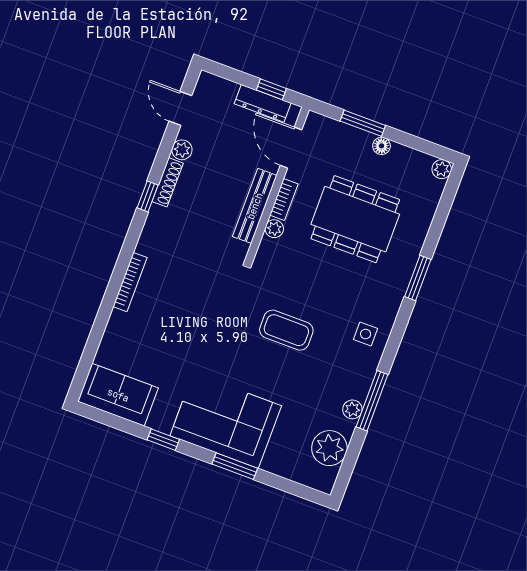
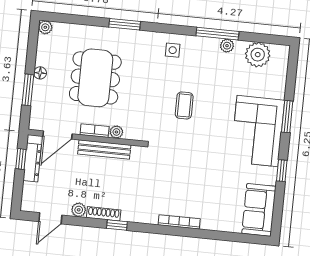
coffee table: (286, 330) -> (184, 105), width x0.73, depth x0.77

